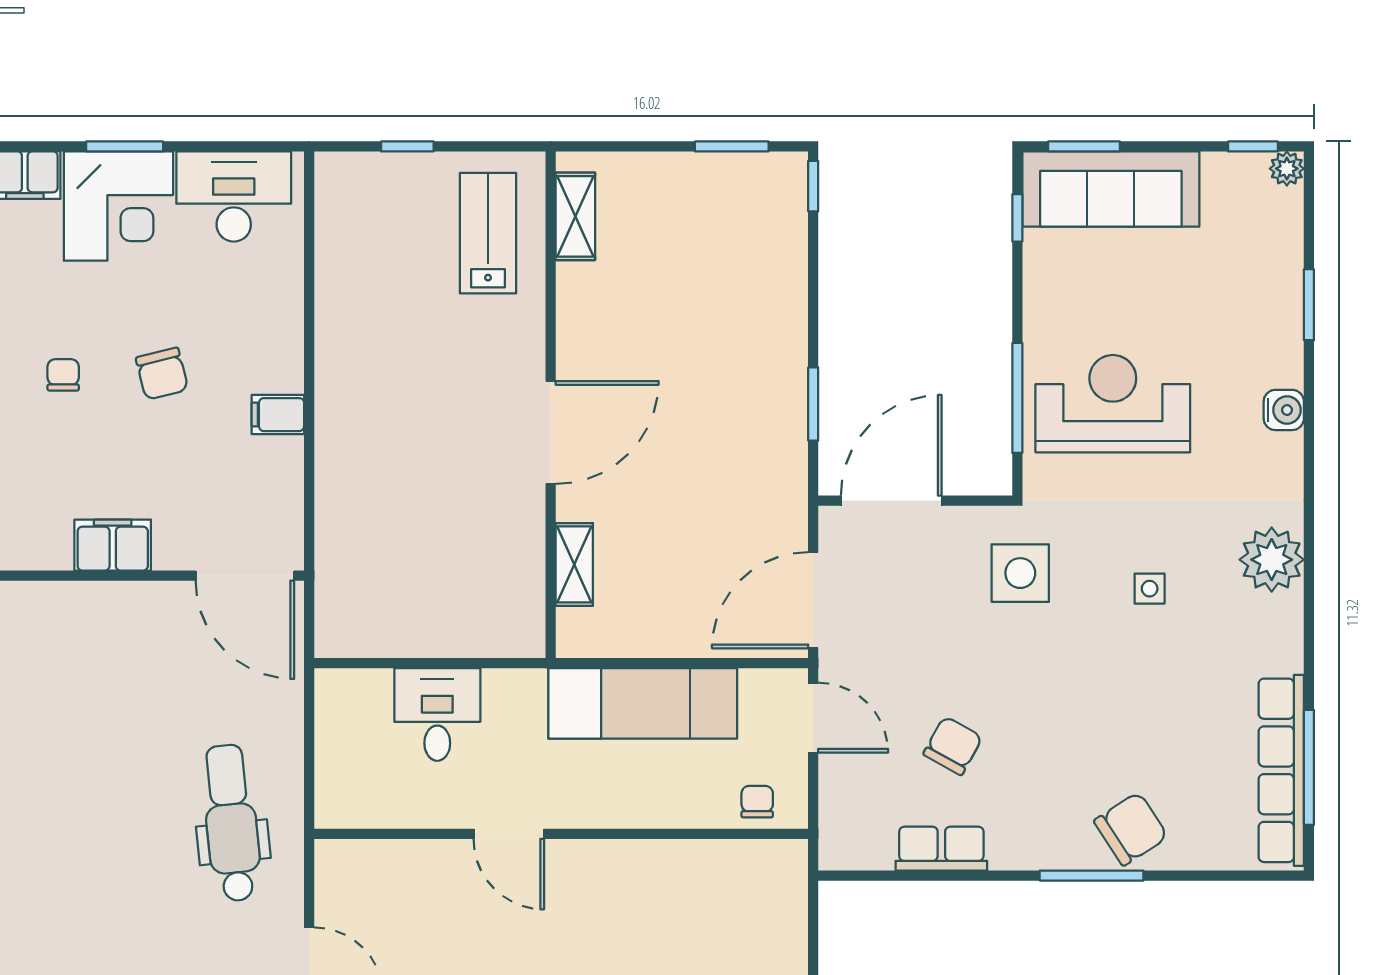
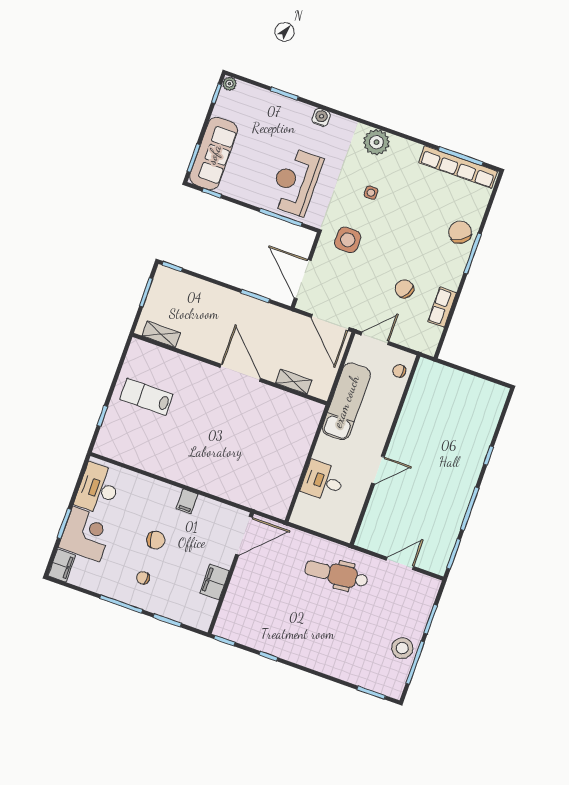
shelving: (575, 216) -> (161, 334), moved
wall: (551, 405) -> (230, 369), moved
door: (551, 433) -> (240, 373), moved
shelving: (574, 564) -> (294, 382), moved

